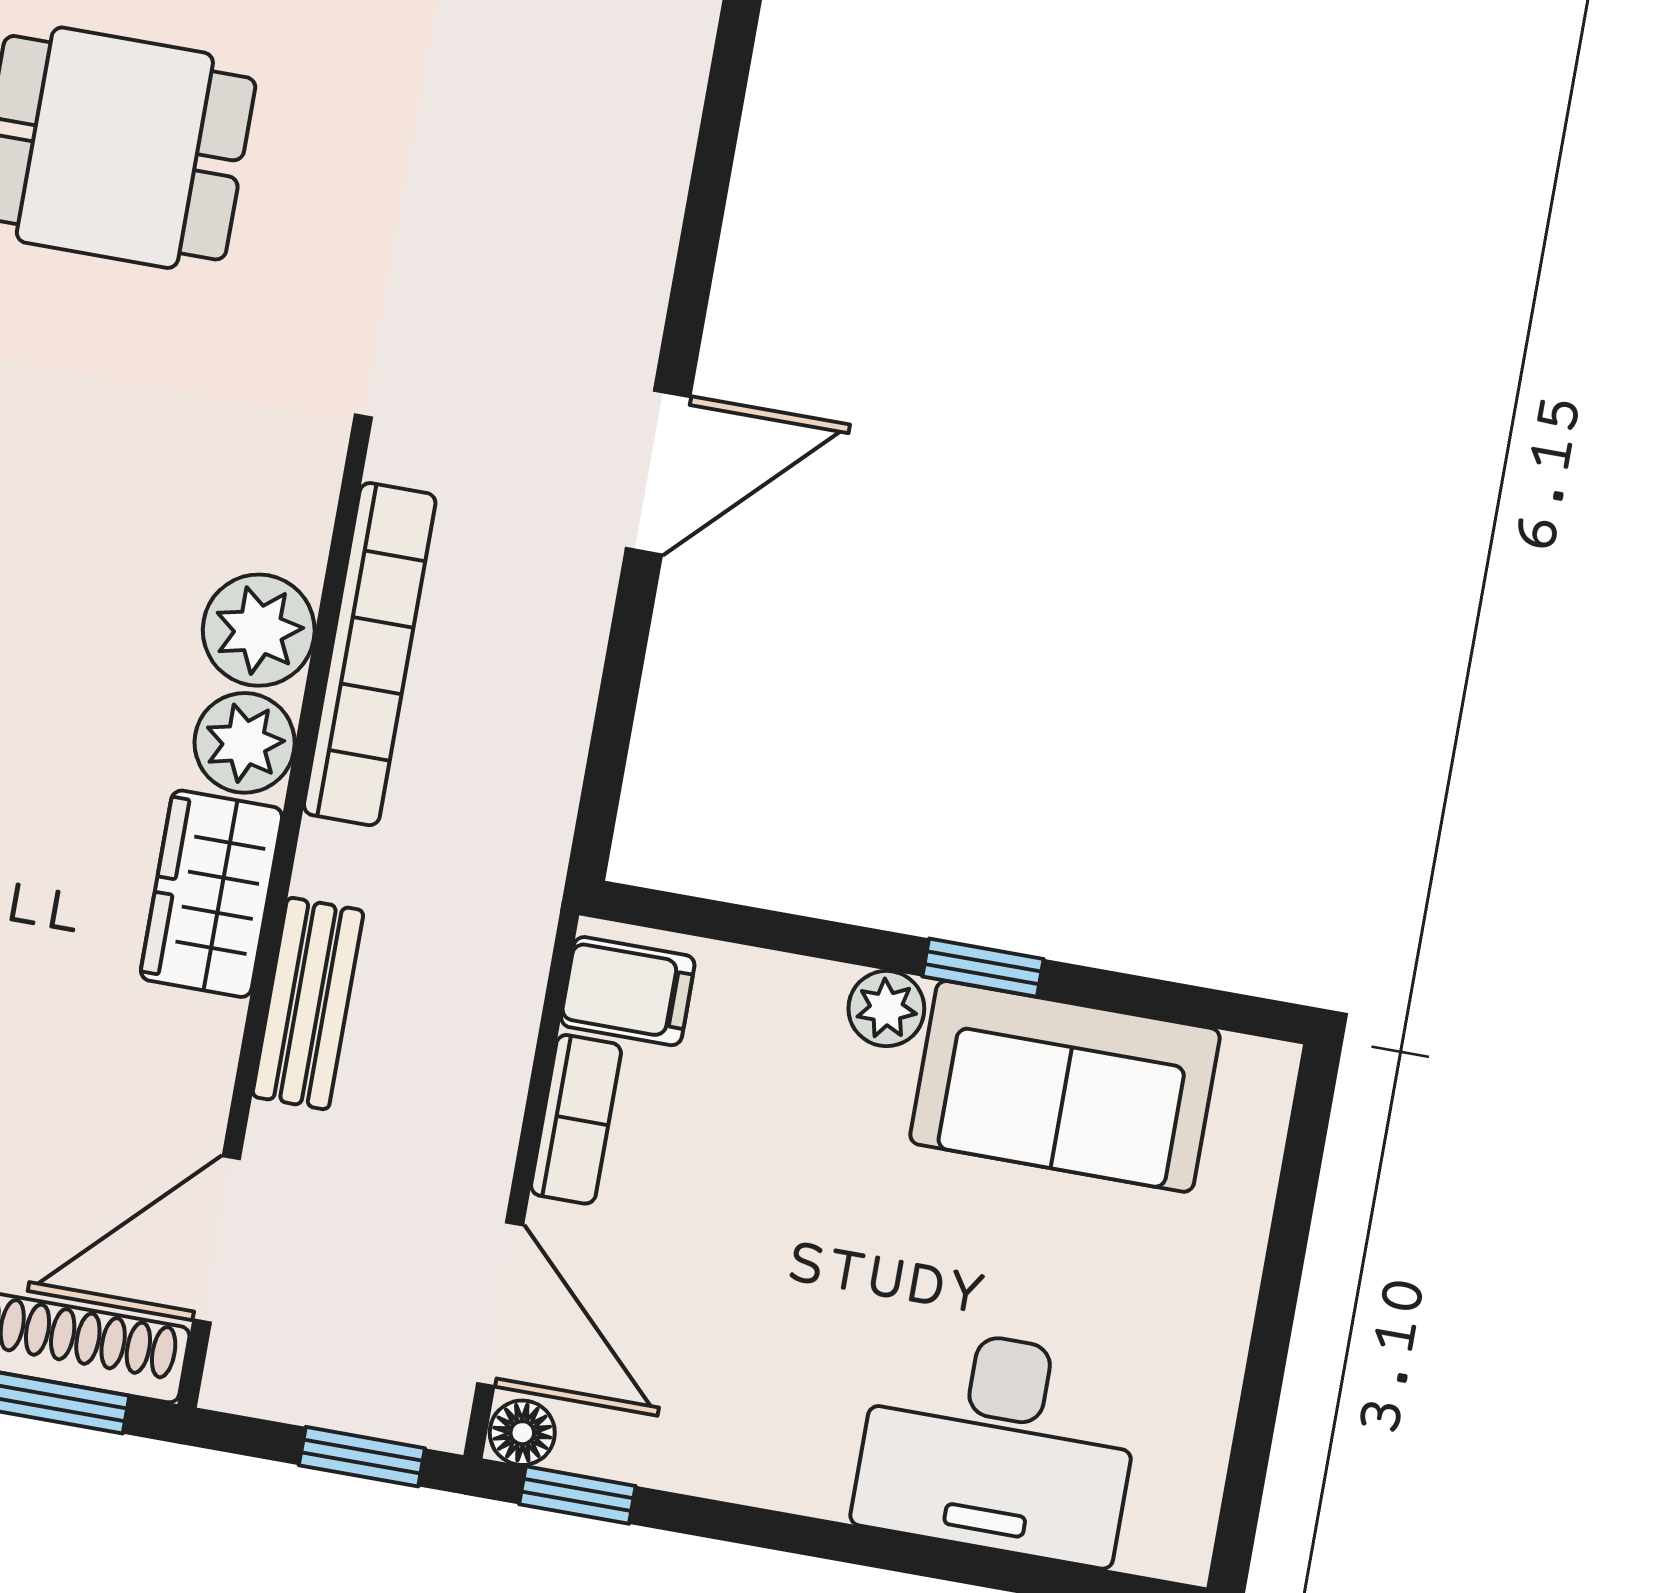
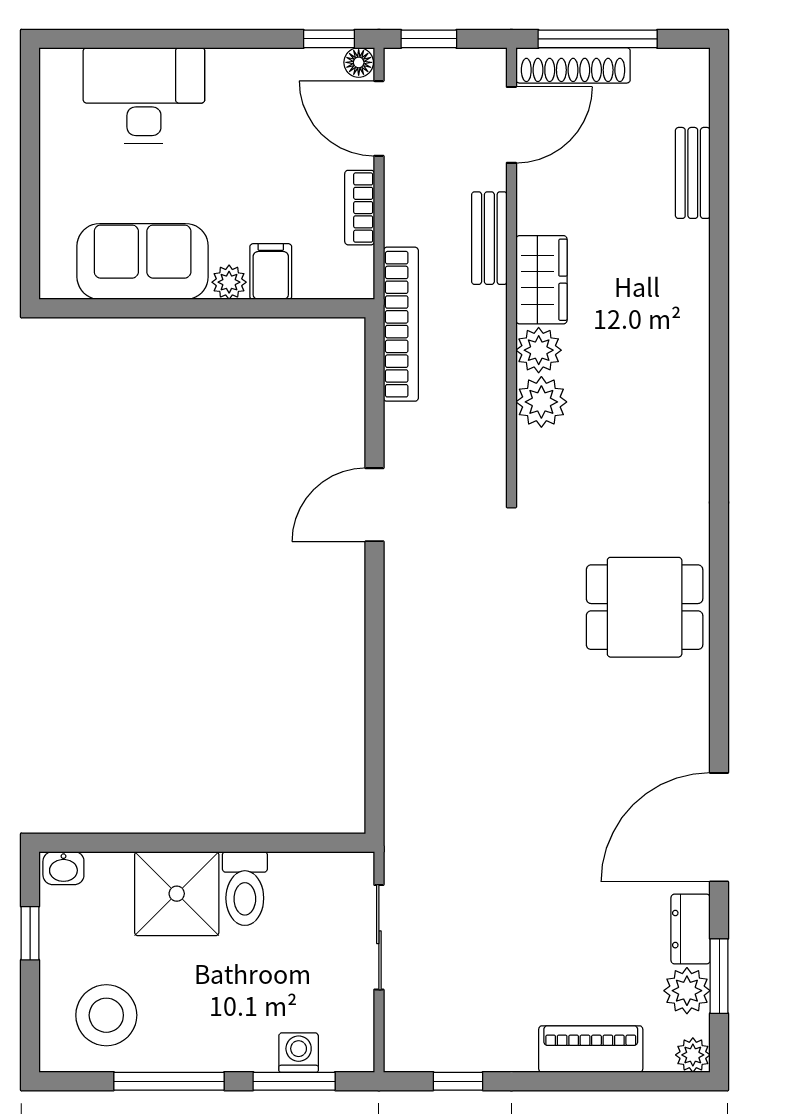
bookcase: (370, 654) -> (401, 324), moved, turned 180
window: (983, 968) -> (189, 308), removed
filing cabinet: (628, 991) -> (271, 272), moved, turned 90

